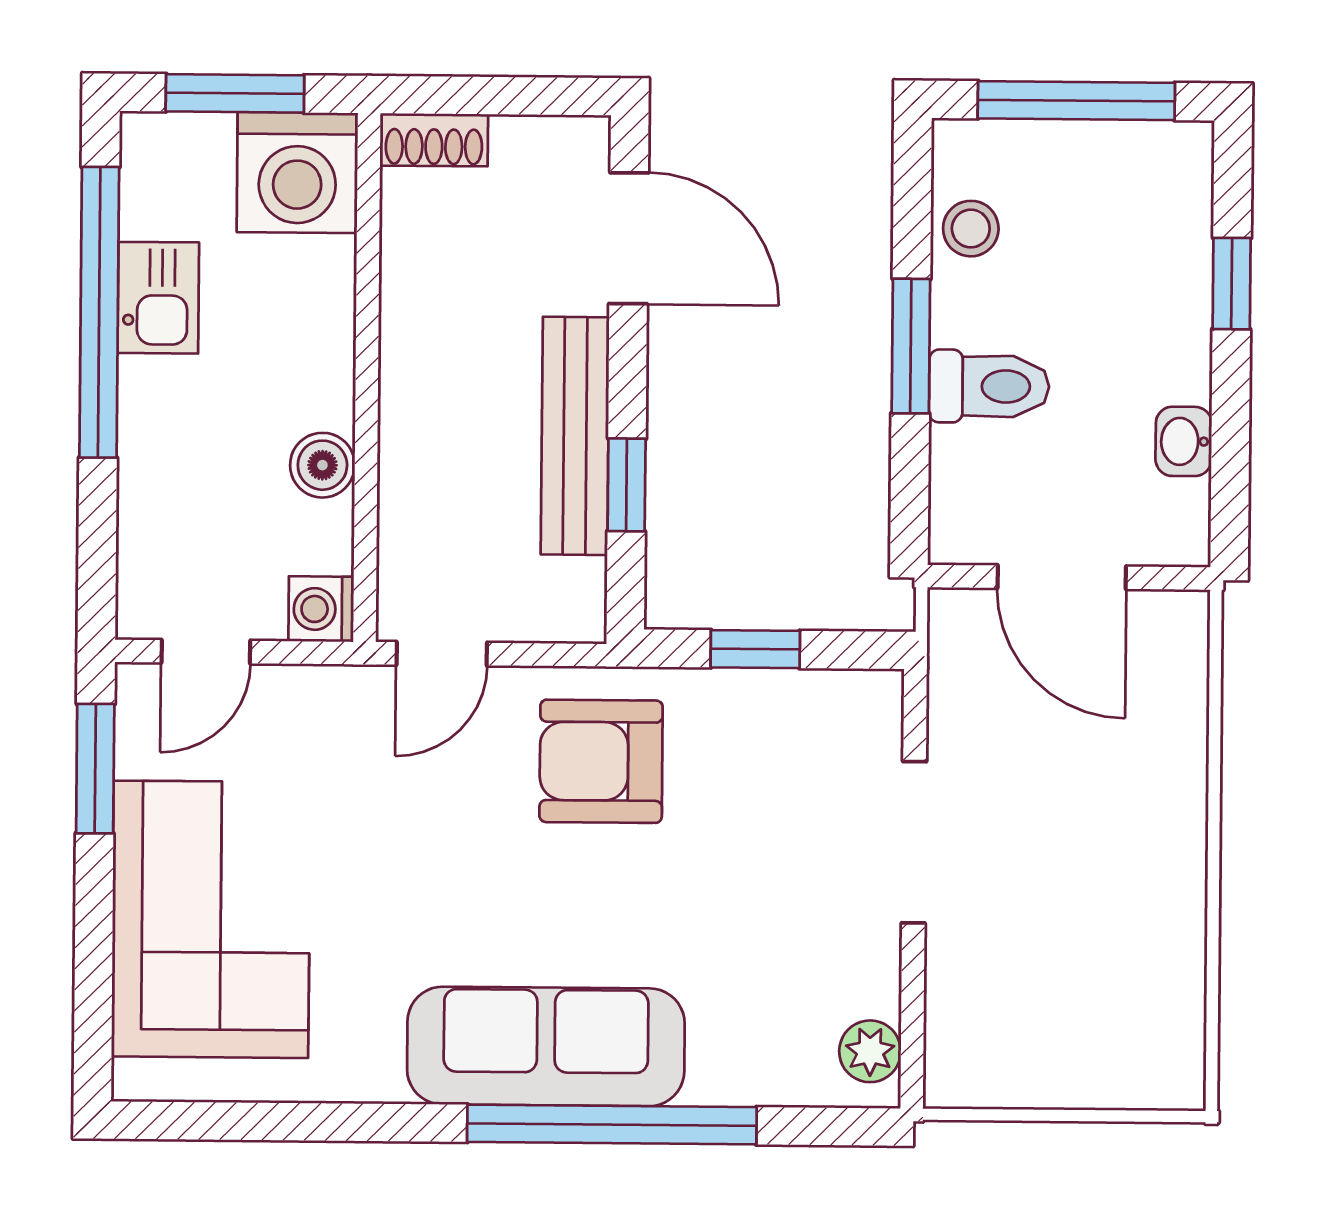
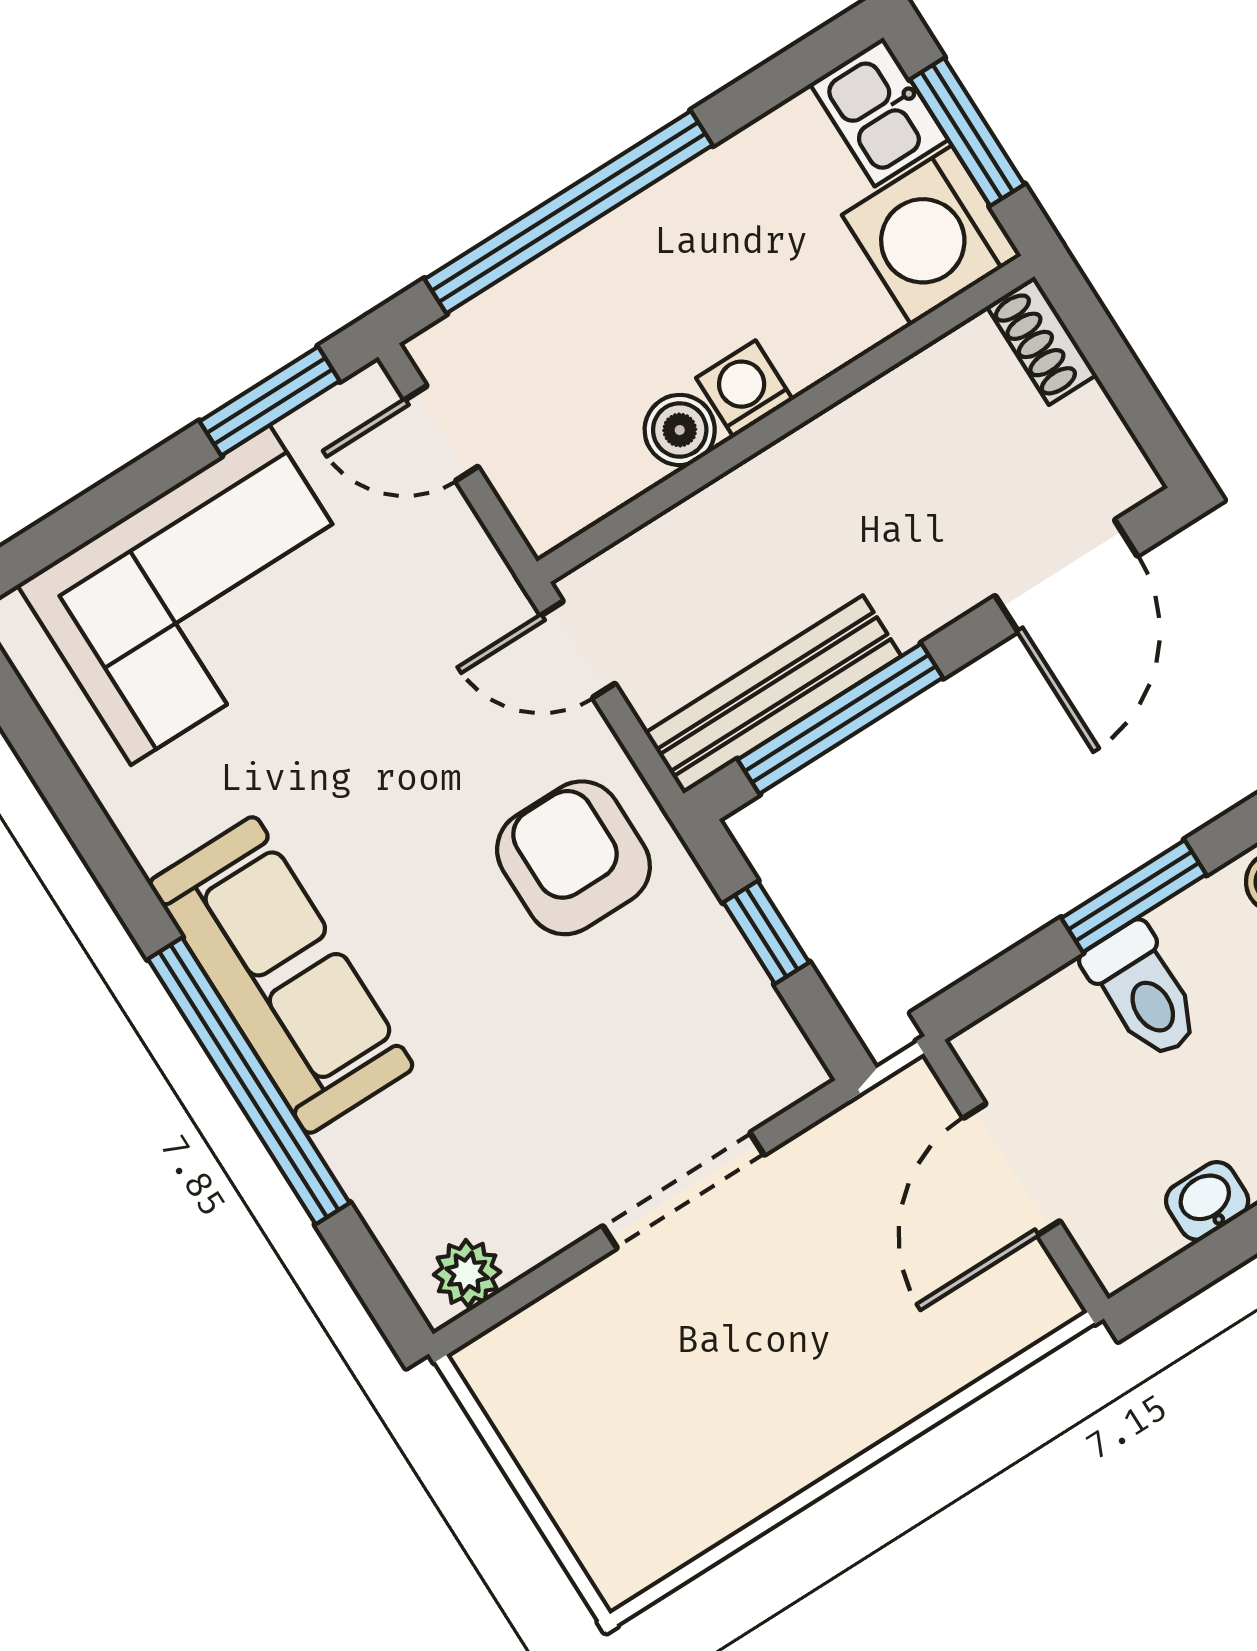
kitchen sink: (158, 298) -> (879, 112), moved, turned 90
window: (99, 312) -> (569, 212), moved
bench: (575, 436) -> (773, 695), moved
window: (627, 485) -> (840, 719), width x2.17
washing machine: (321, 609) -> (745, 389), moved

